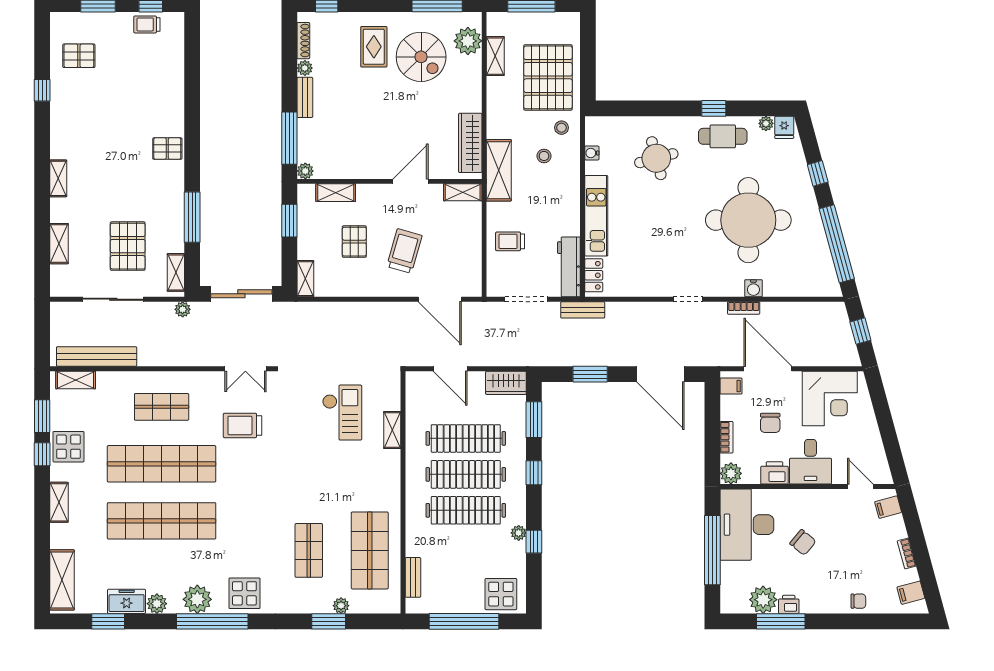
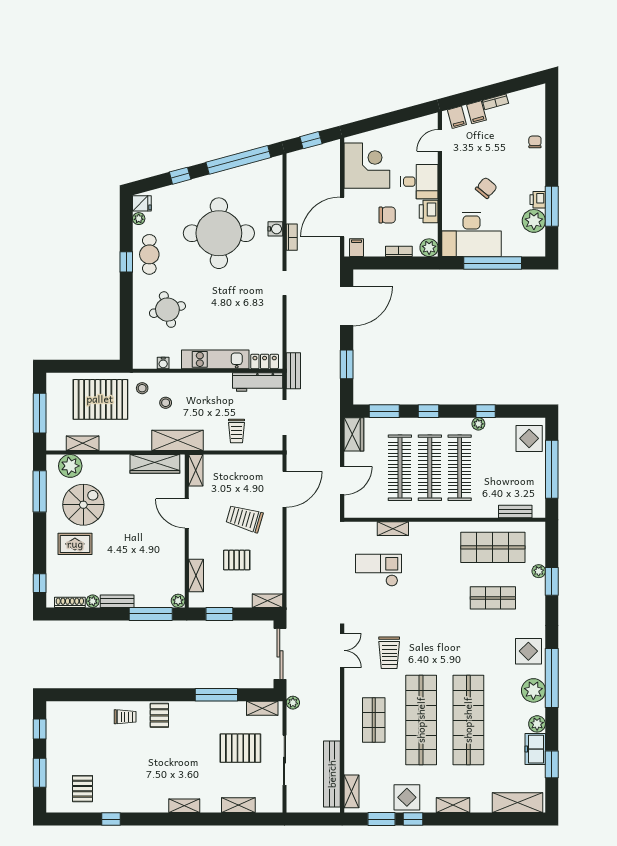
trolley: (147, 24) -> (125, 717), moved, turned -90
filing cabinet: (911, 593) -> (476, 112), moved

